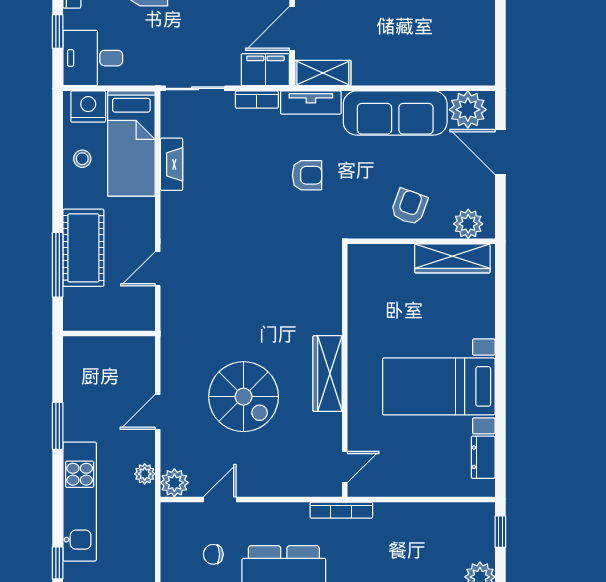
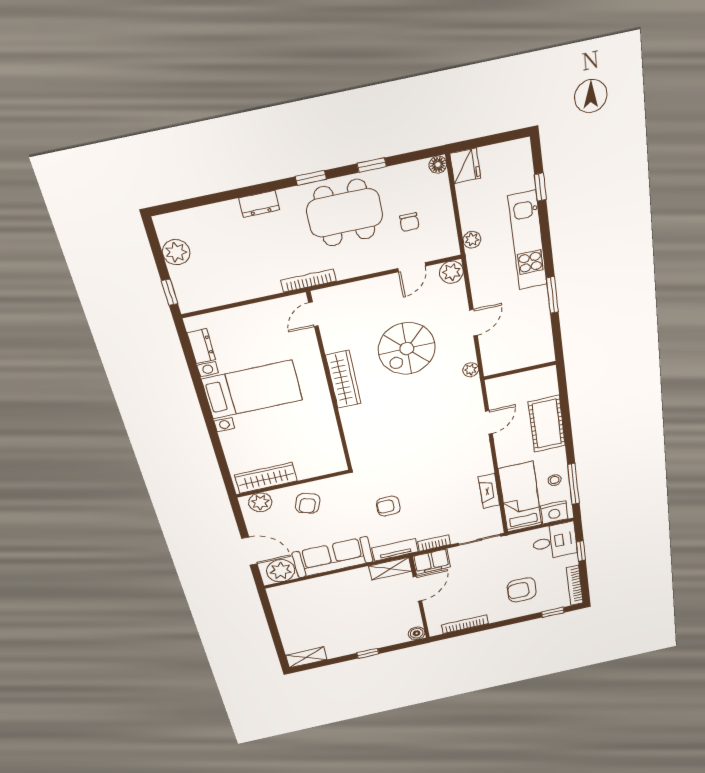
window: (58, 265) -> (573, 484), moved
plant: (170, 349) -> (471, 370), added
spiral stairs: (244, 397) -> (407, 349), turned -90
plant: (145, 474) -> (472, 240), moved
chair: (213, 554) -> (409, 222), turned 90

